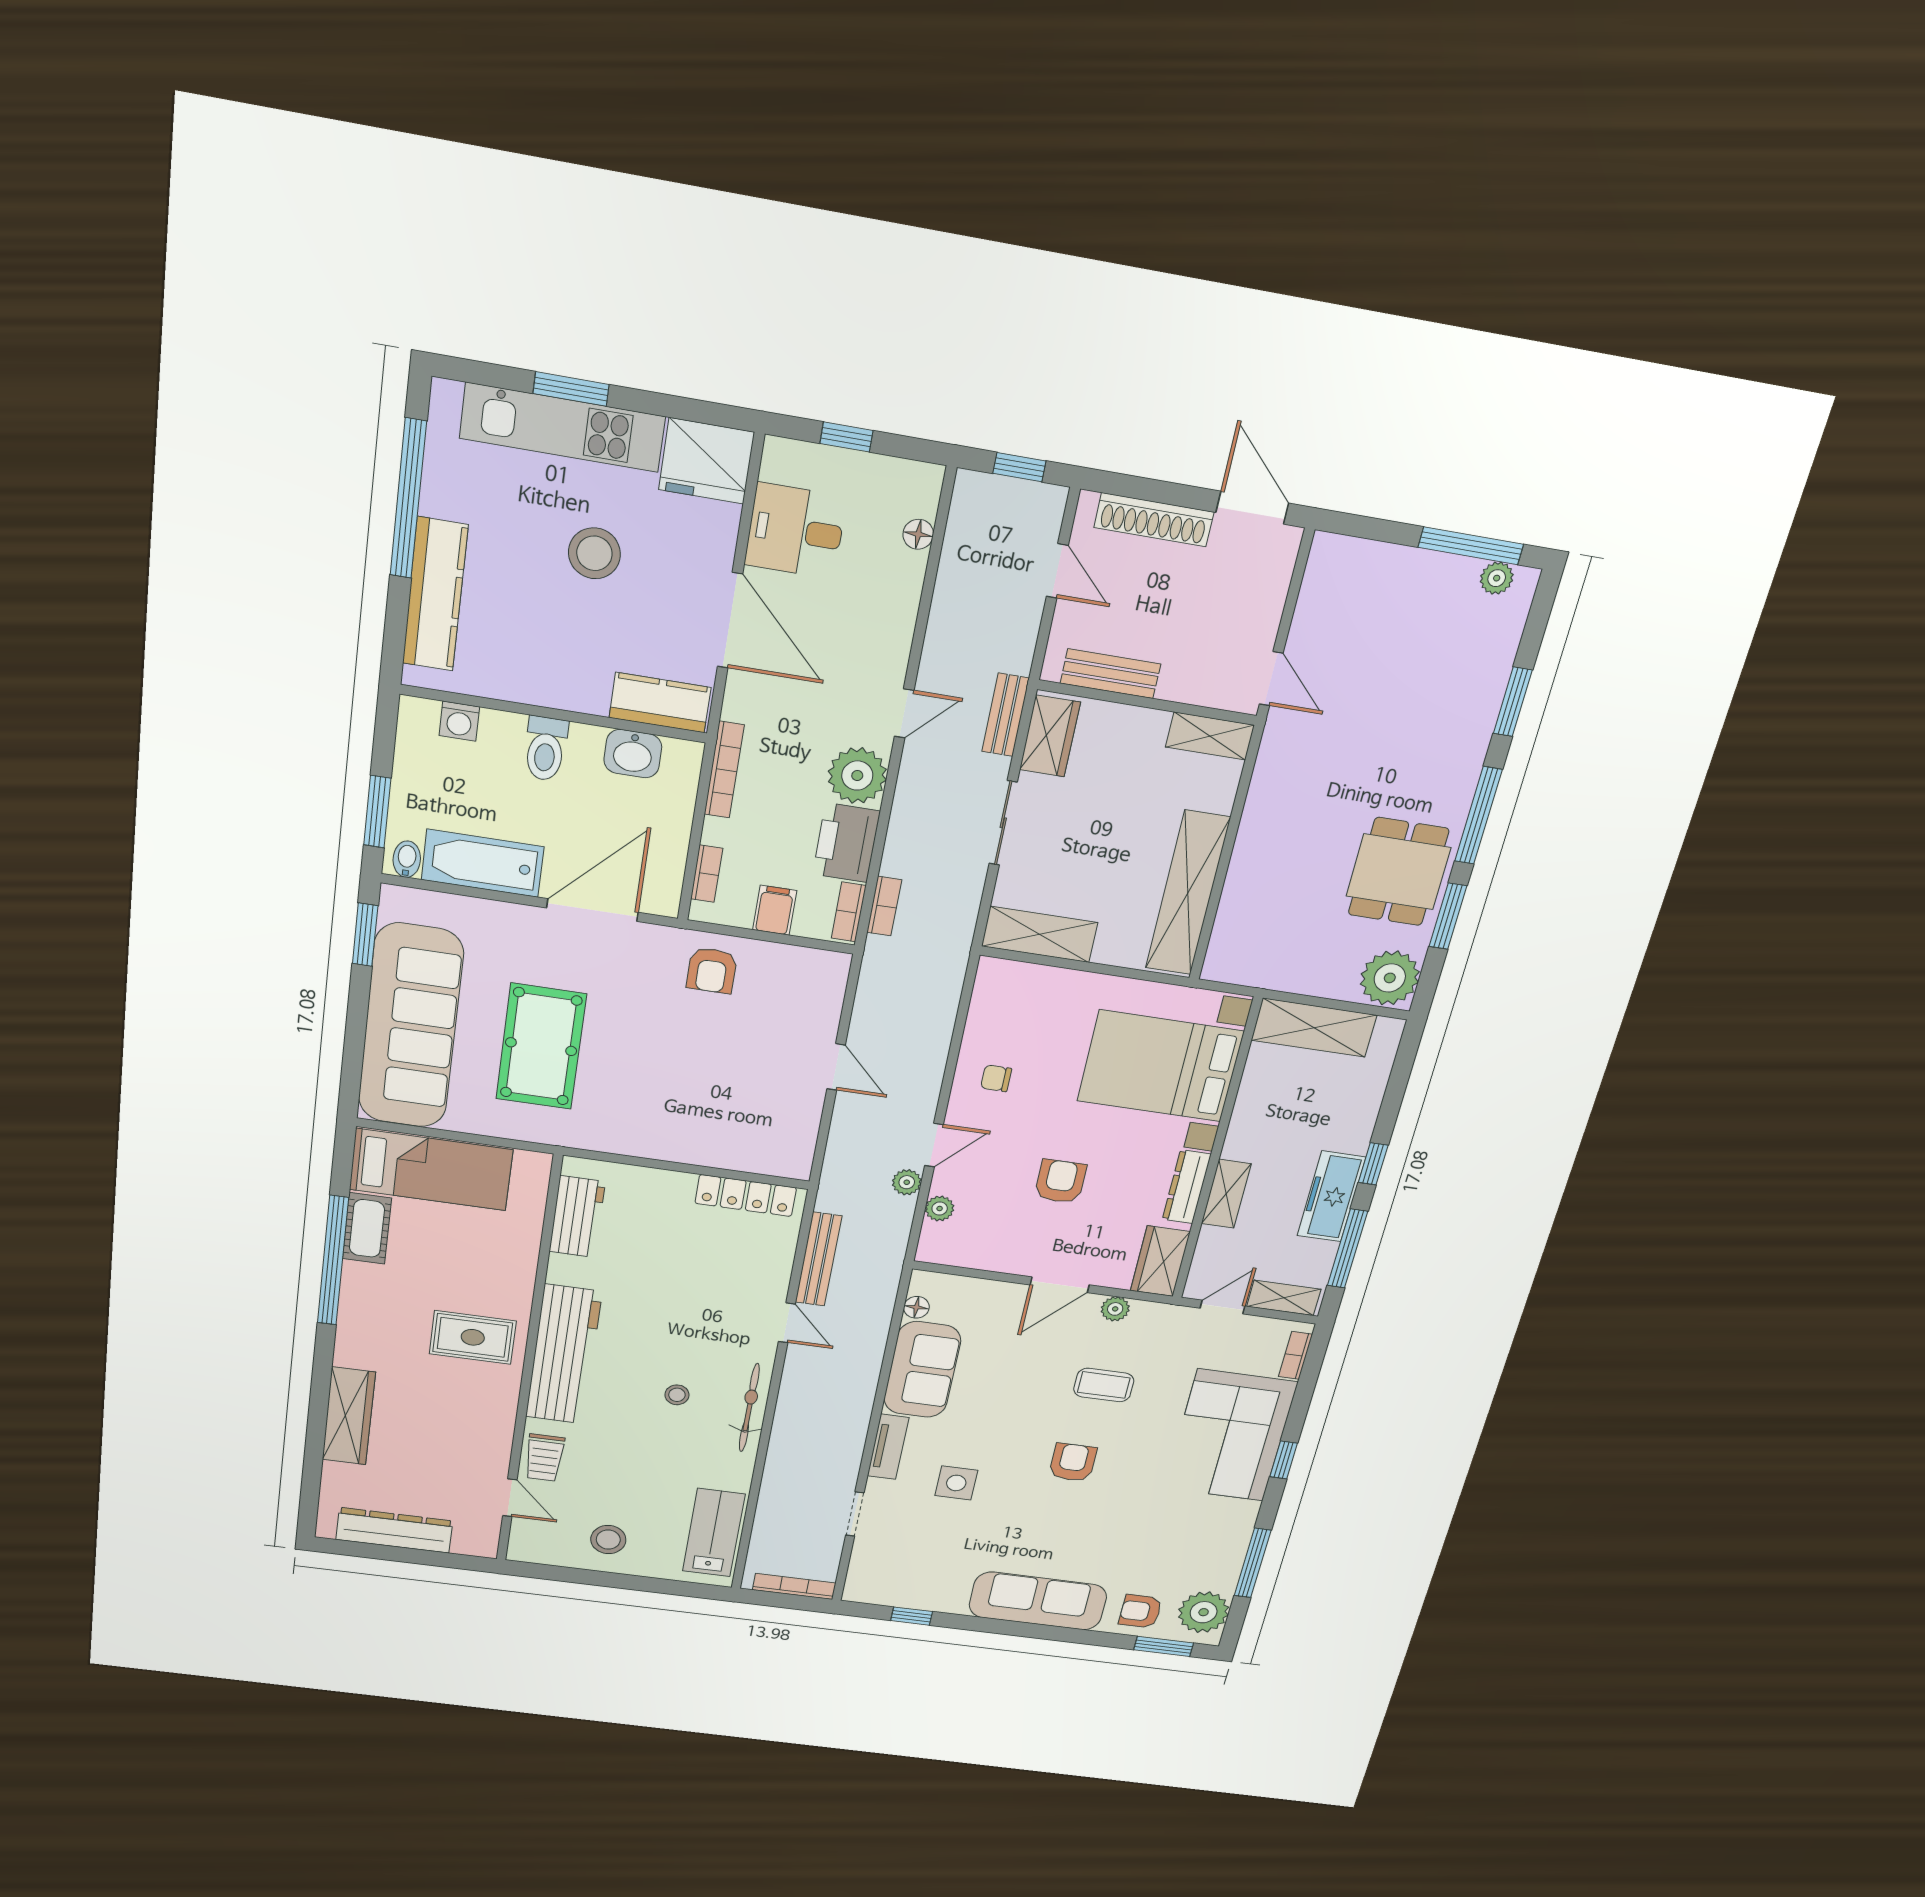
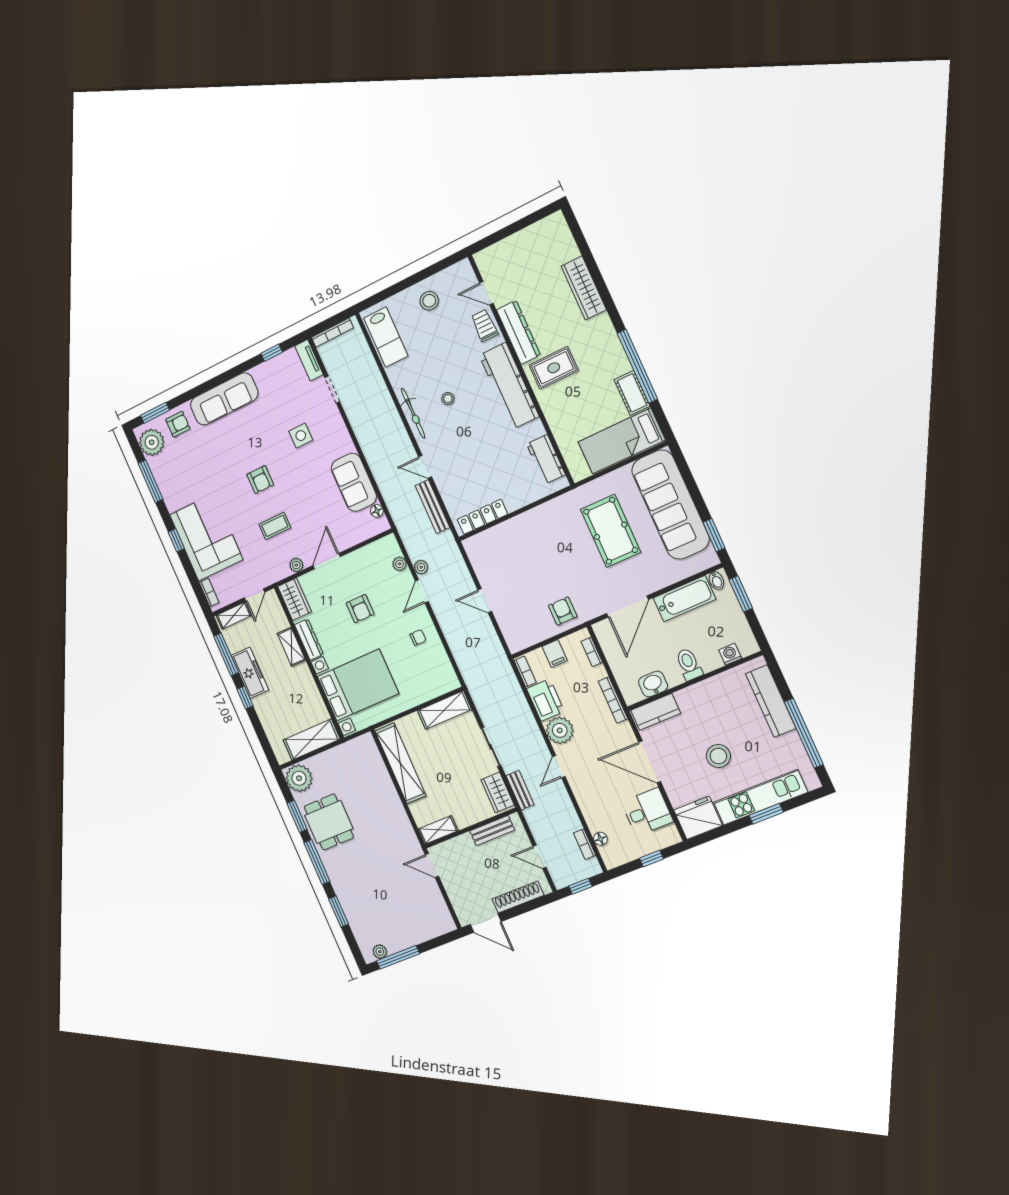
bookcase: (884, 906) -> (585, 844), moved
tv unit: (888, 1447) -> (309, 360), moved
dresser: (394, 1530) -> (518, 332), moved, turned -90

